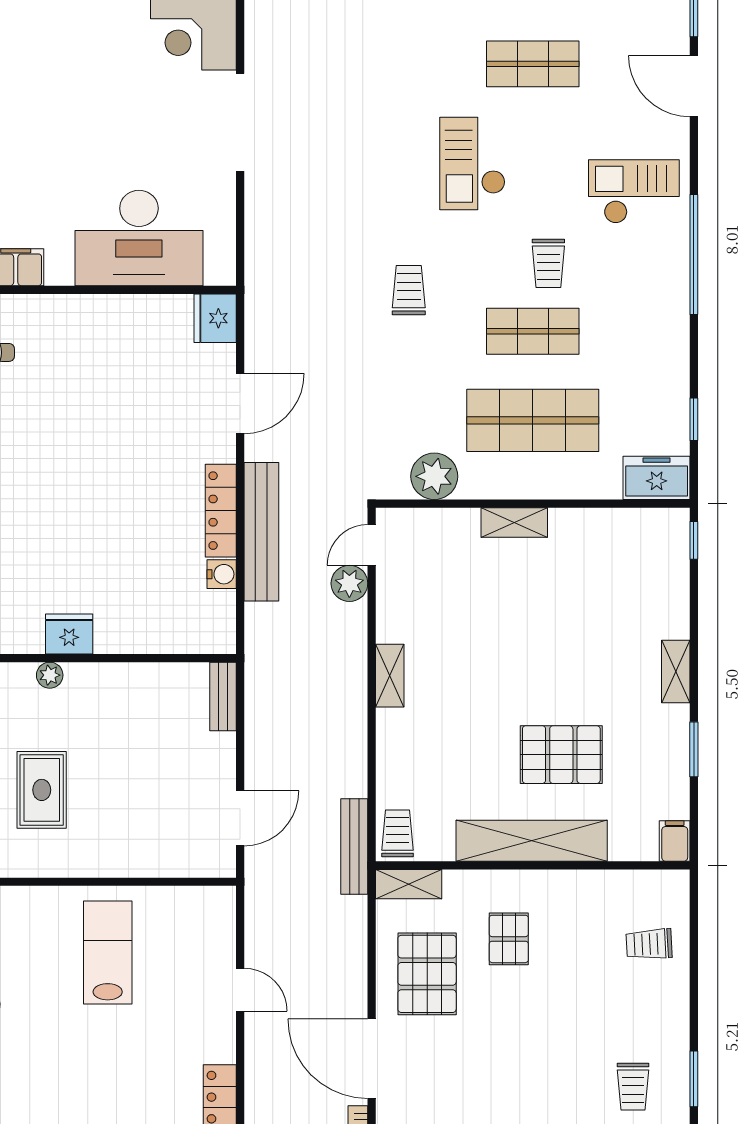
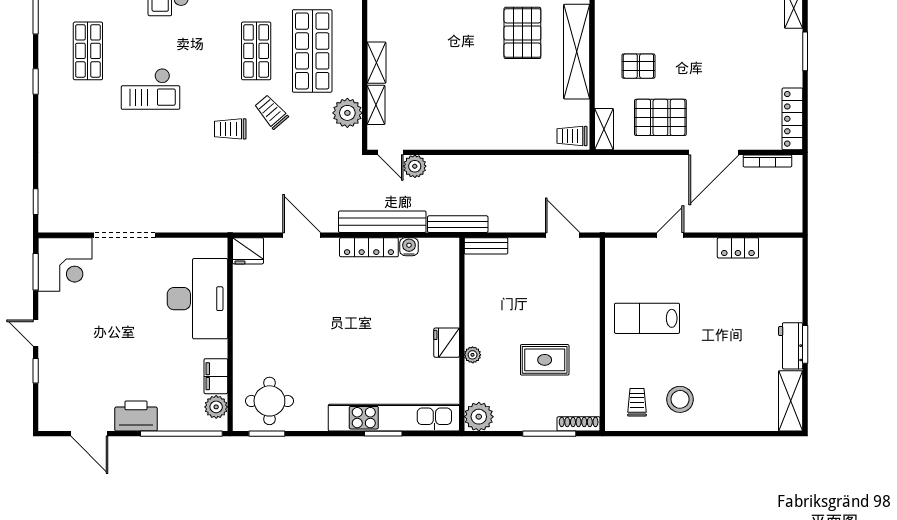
trolley: (548, 263) -> (271, 112), moved, turned -131
shelving: (390, 676) -> (376, 105), moved, turned 90
bench: (354, 846) -> (458, 224), moved

